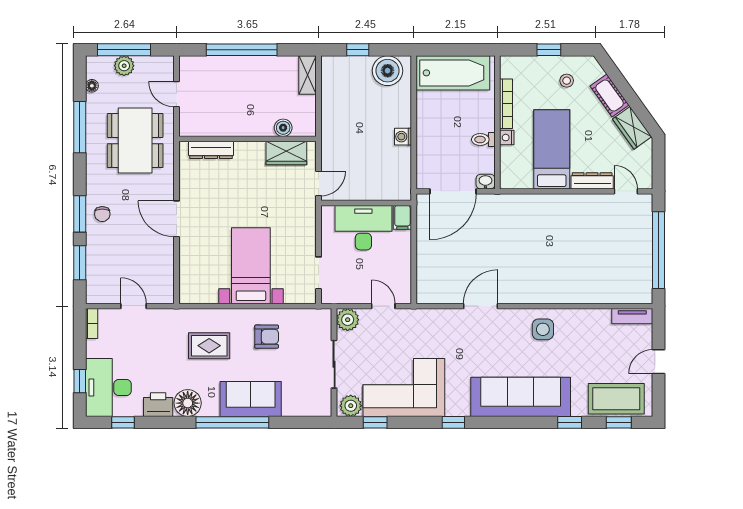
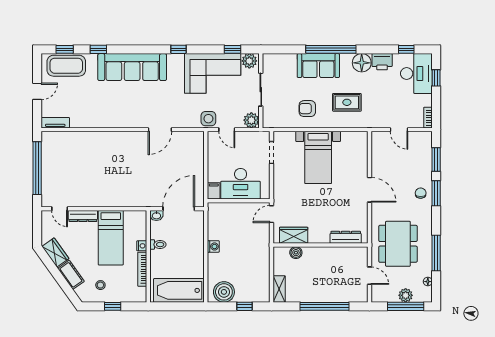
side table: (543, 329) -> (208, 119), moved

